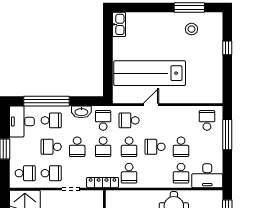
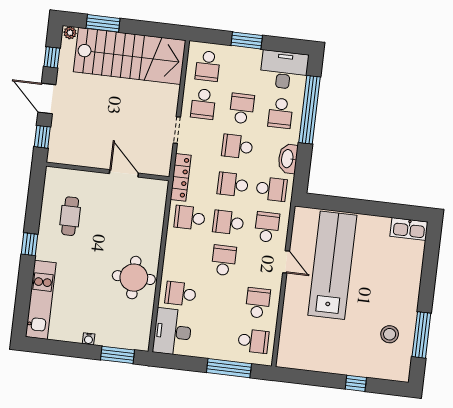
school desk: (181, 147) -> (258, 303), moved, turned 90

